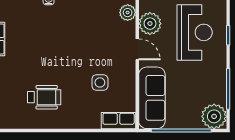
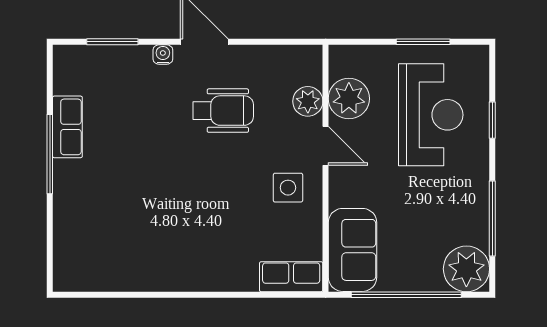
plant: (128, 13) -> (308, 101), moved
side table: (100, 82) -> (288, 188), moved
wheelchair: (44, 97) -> (223, 111), moved
sofa: (152, 98) -> (353, 250), width x0.73

